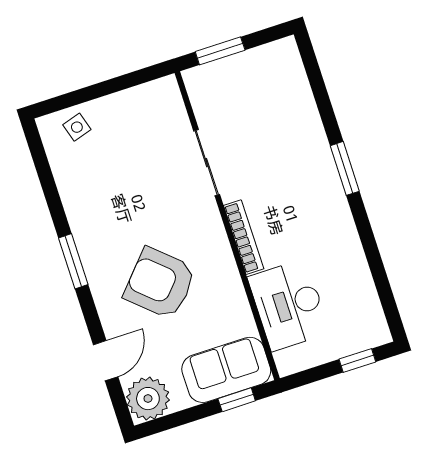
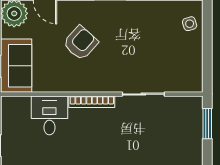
armchair: (160, 283) -> (81, 43), width x0.73, depth x0.73
desk: (289, 305) -> (49, 115), width x0.73

